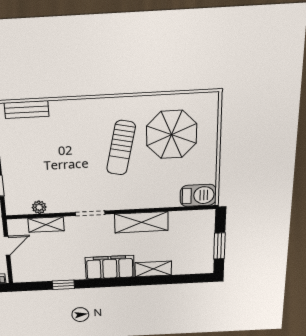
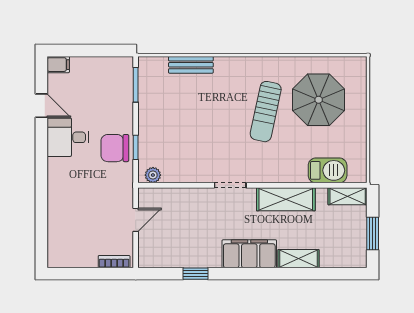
bench: (27, 110) -> (191, 65), moved
barbecue: (198, 195) -> (328, 170), moved
plant: (39, 207) -> (153, 175), moved
shelving: (46, 225) -> (348, 196), moved

